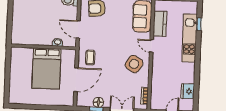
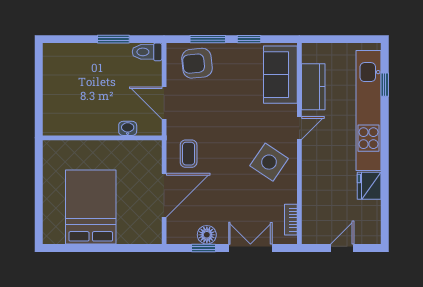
kitchen unit: (190, 38) -> (368, 111), width x1.36
door: (151, 46) -> (299, 128), swing flipped
bed: (47, 69) -> (91, 207), moved, turned 180
fridge: (188, 91) -> (369, 186), moved

